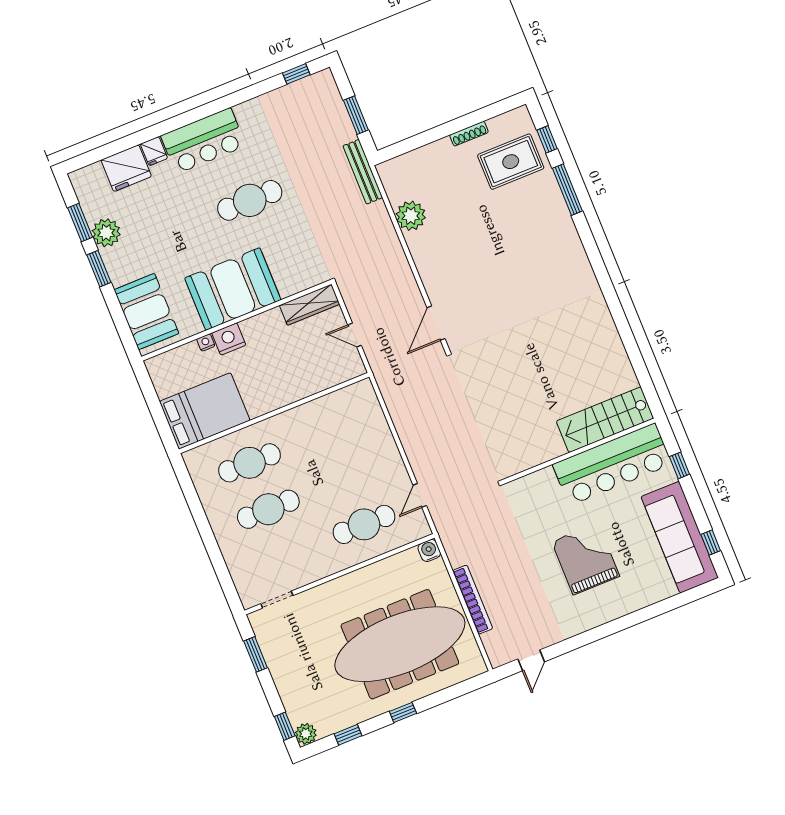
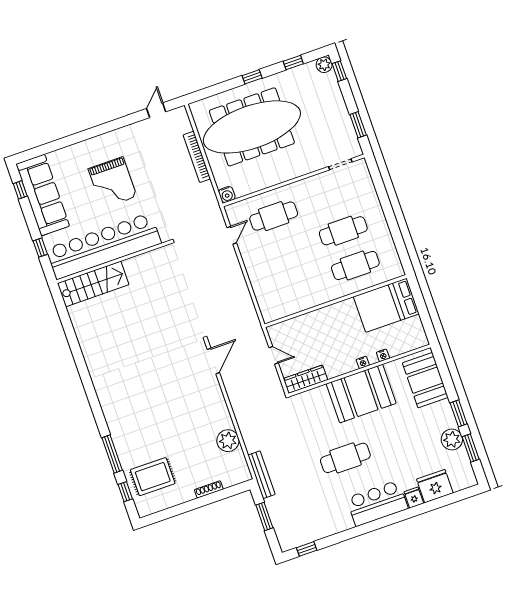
shoe rack: (469, 134) -> (209, 489), moved
nightstand: (229, 339) -> (363, 362), width x0.53, depth x0.56
bar counter: (612, 464) -> (104, 246), width x1.36

